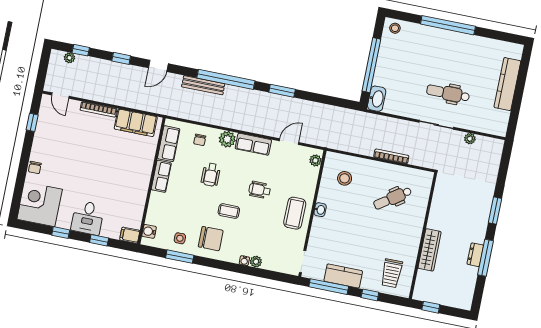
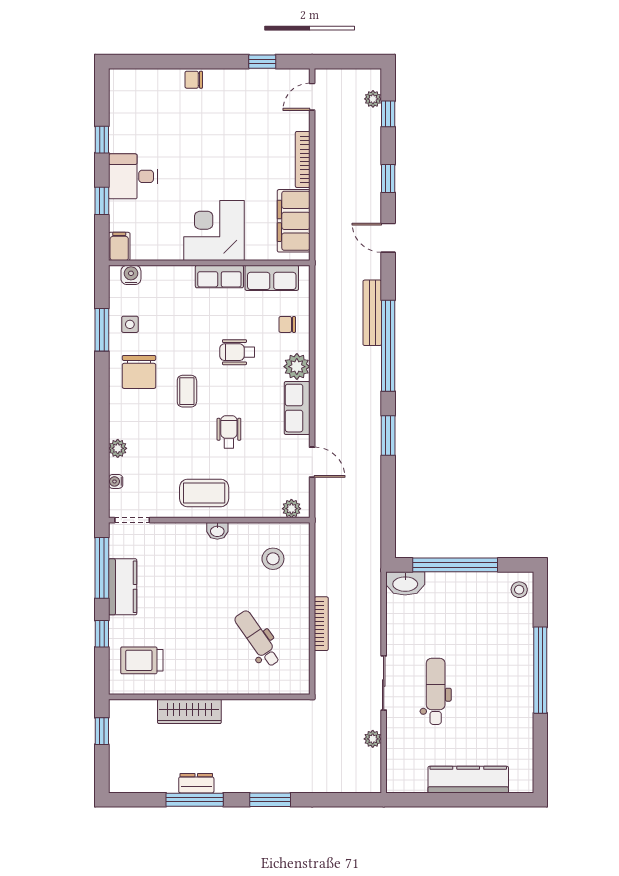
corner desk: (40, 204) -> (214, 230), moved, turned -90
water cooler: (244, 261) -> (116, 481), moved

